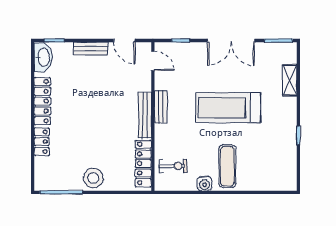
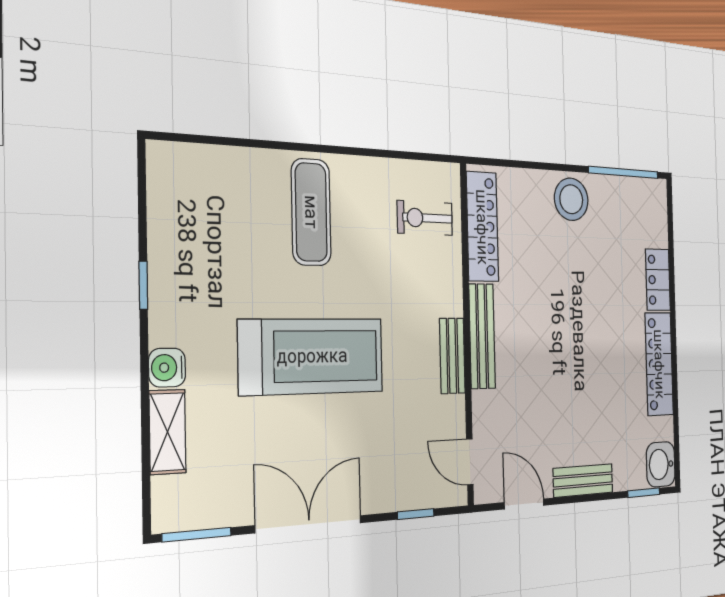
washbasin: (43, 57) -> (661, 464), width x0.72
water cooler: (205, 184) -> (167, 368), moved, turned -90

